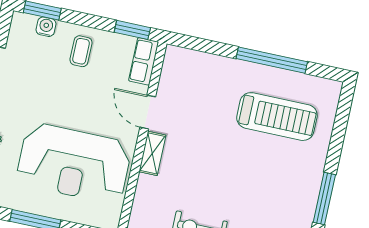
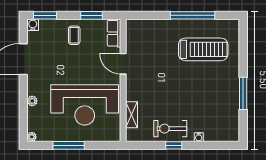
water cooler: (46, 27) -> (33, 25), moved
window: (132, 30) -> (92, 15), moved
shelving: (152, 153) -> (132, 115), moved

